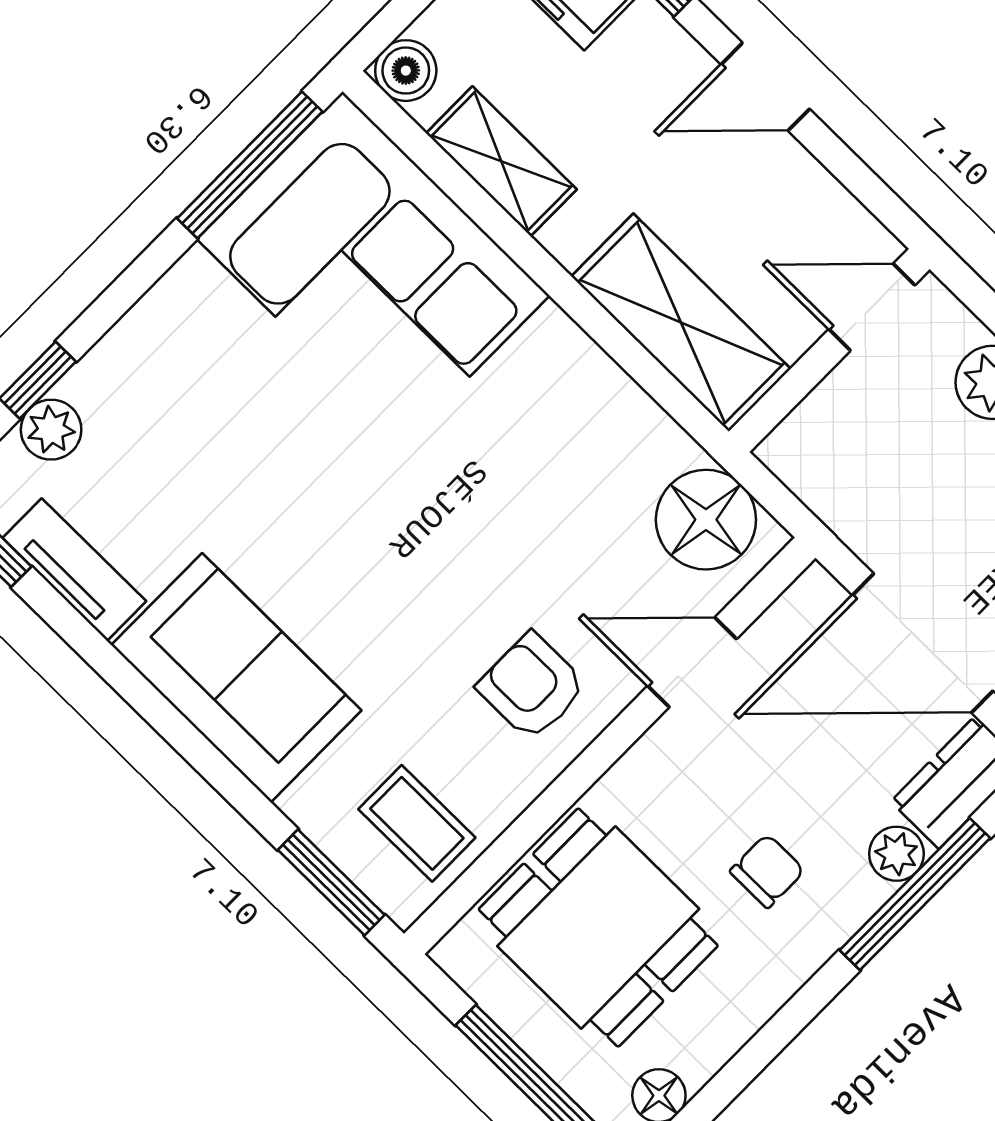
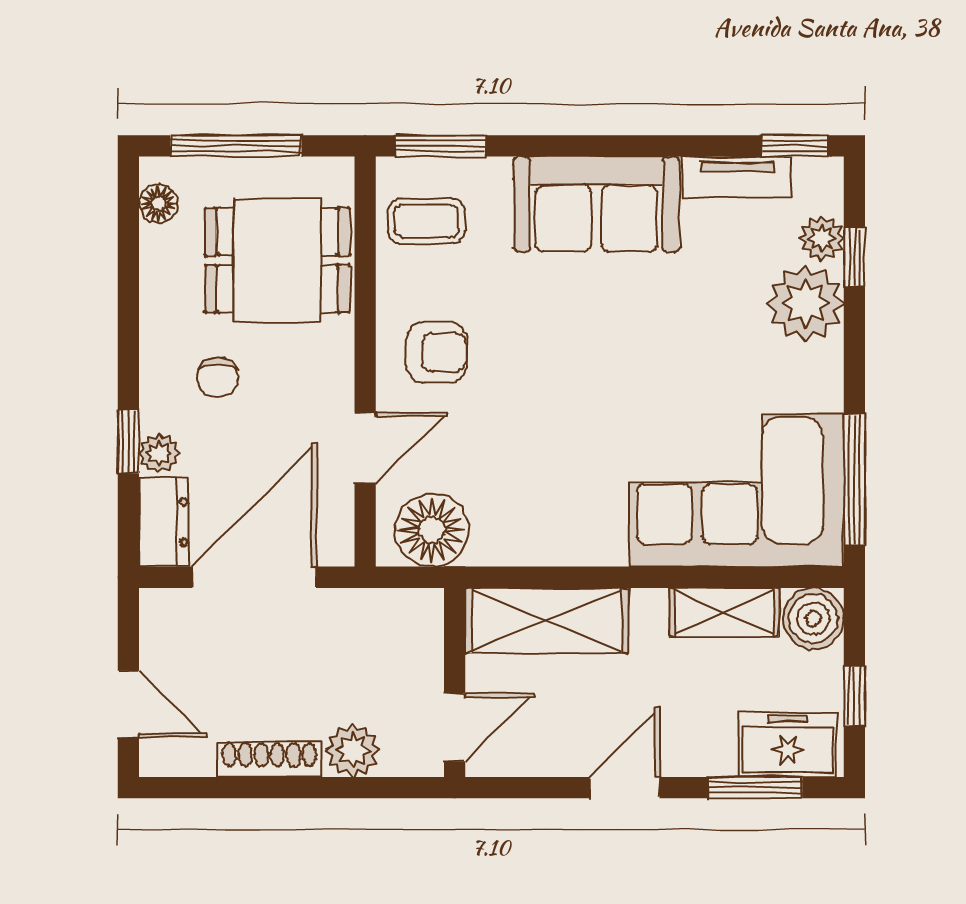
boiler: (406, 71) -> (813, 618), width x1.36, depth x1.36
plant: (129, 382) -> (805, 303), added
window: (915, 894) -> (128, 442), width x0.46

